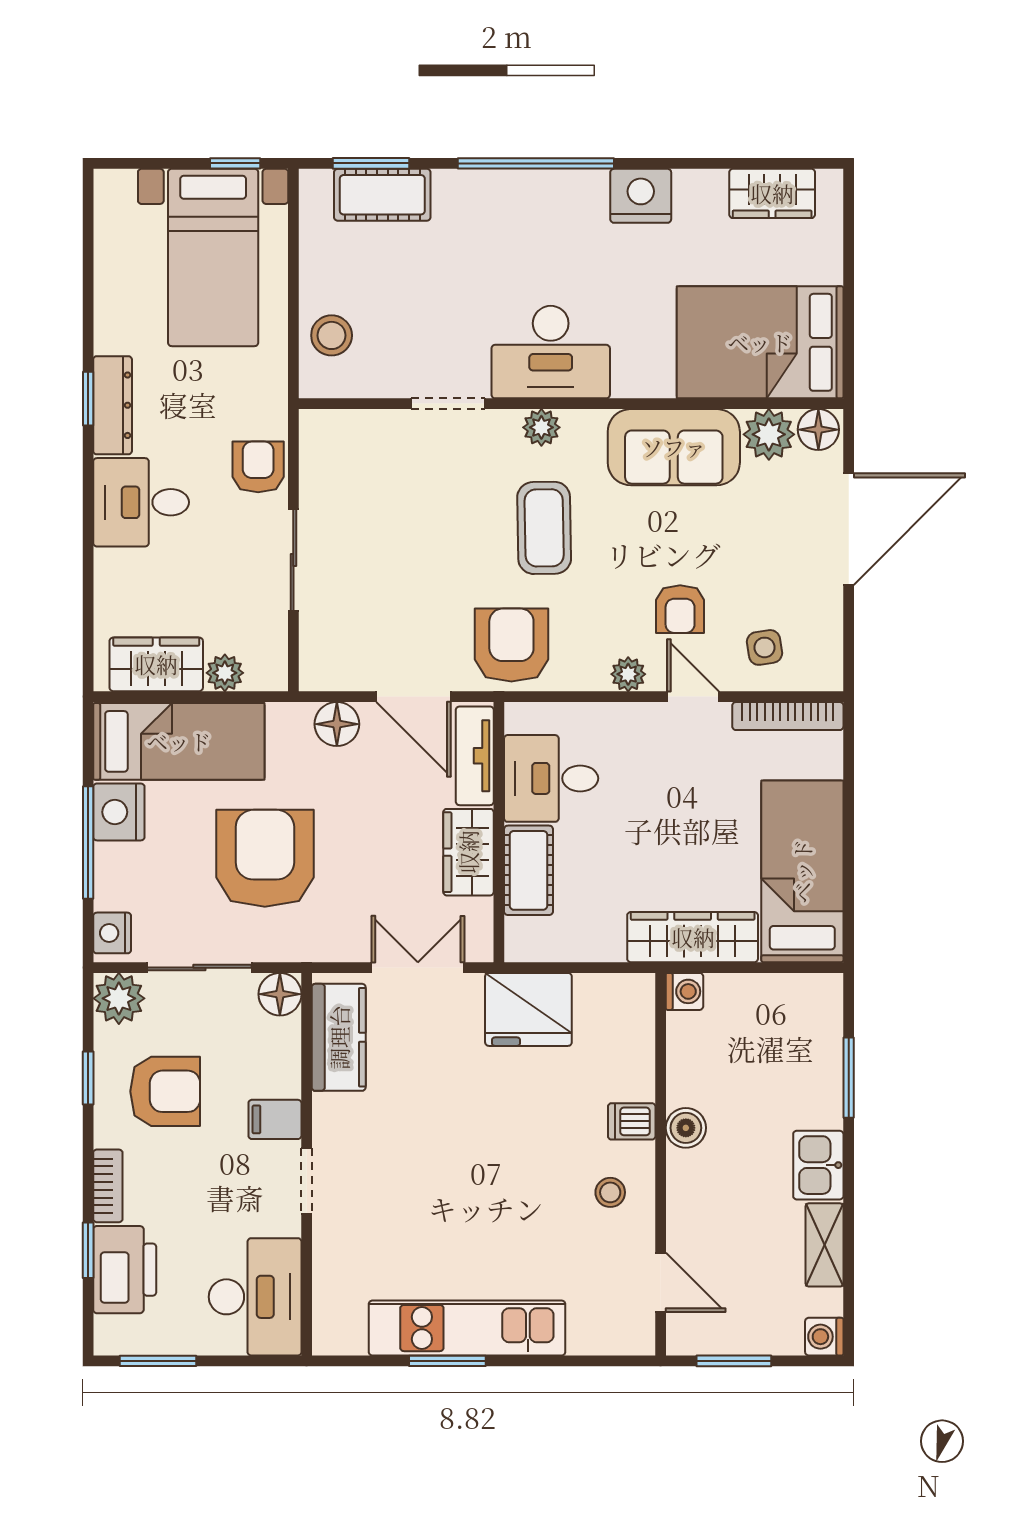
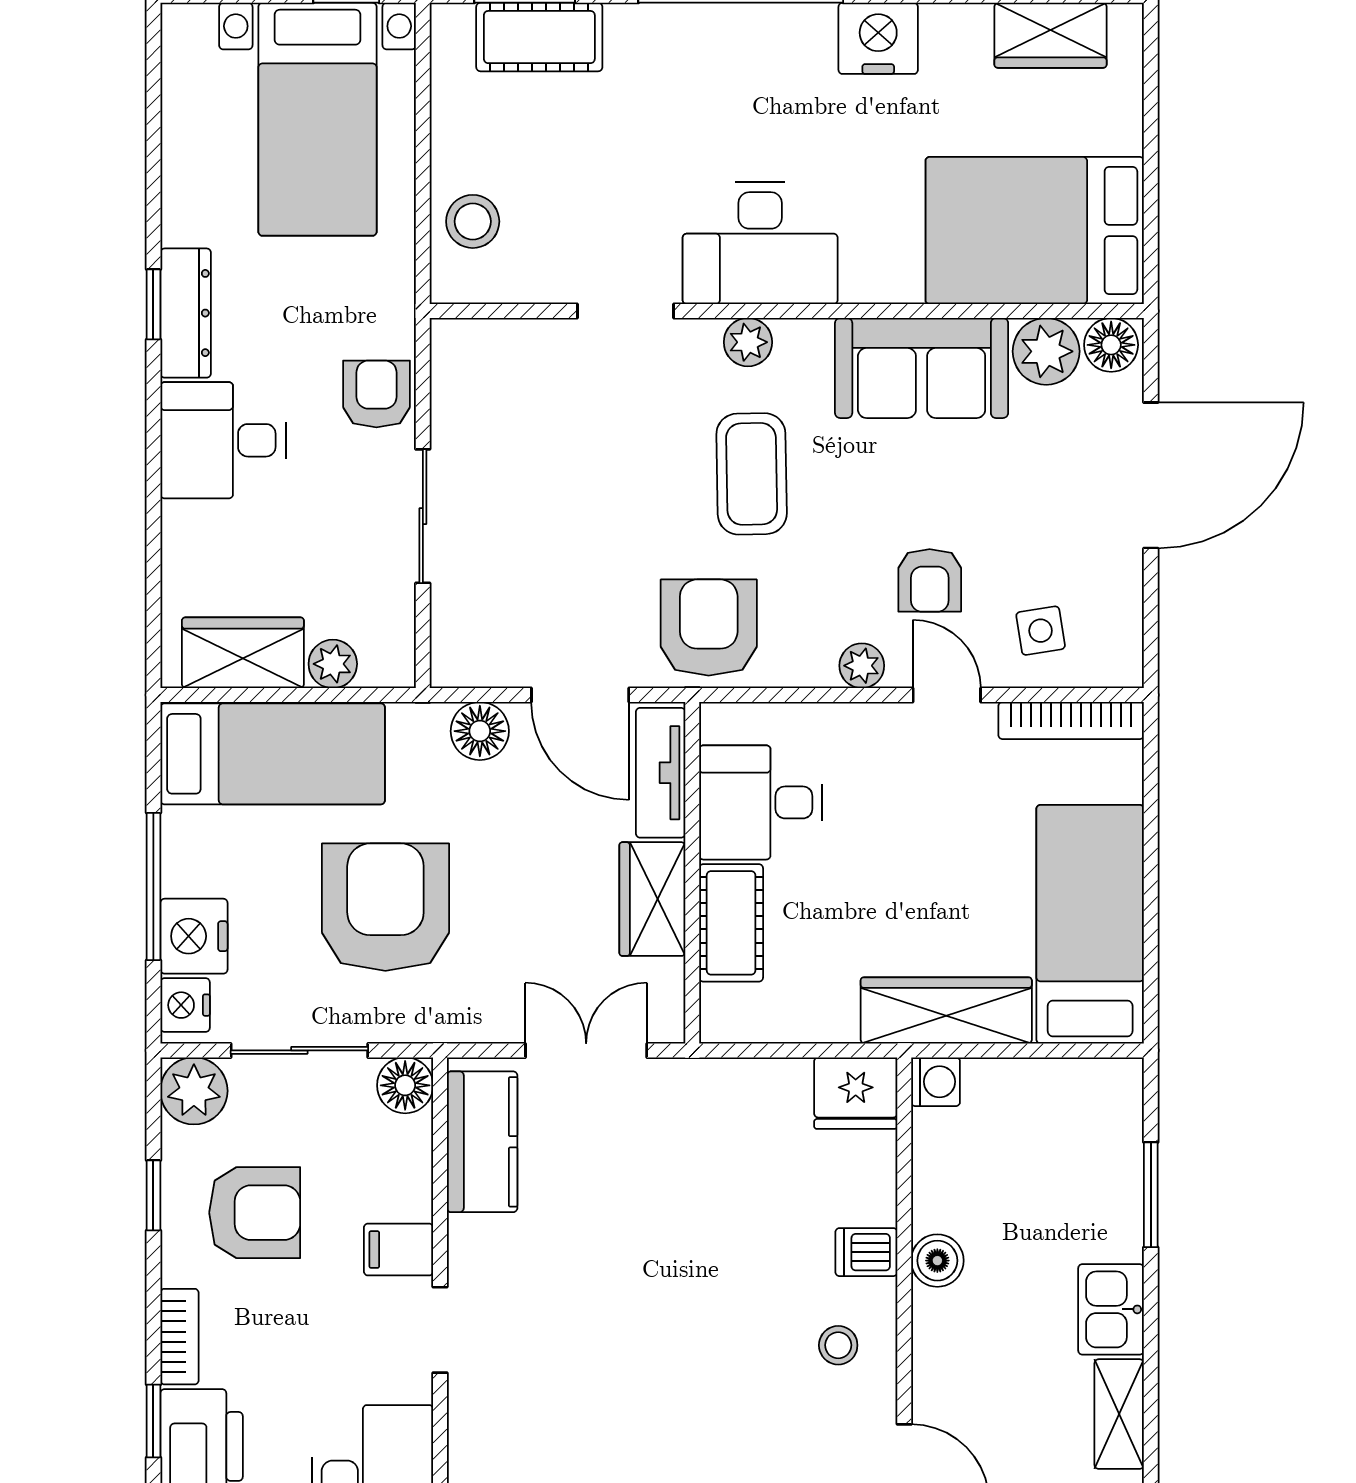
nightstand: (119, 812) -> (194, 936), moved
fridge: (528, 1009) -> (856, 1093), moved, width x0.73, depth x0.75

